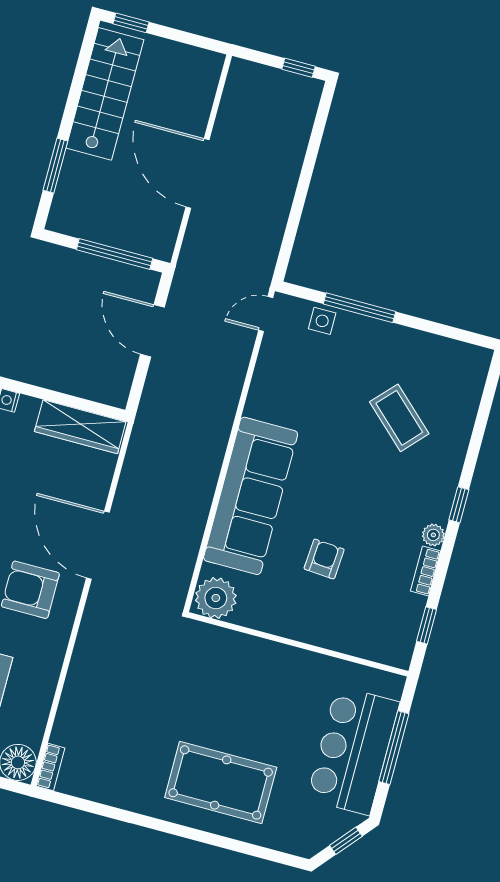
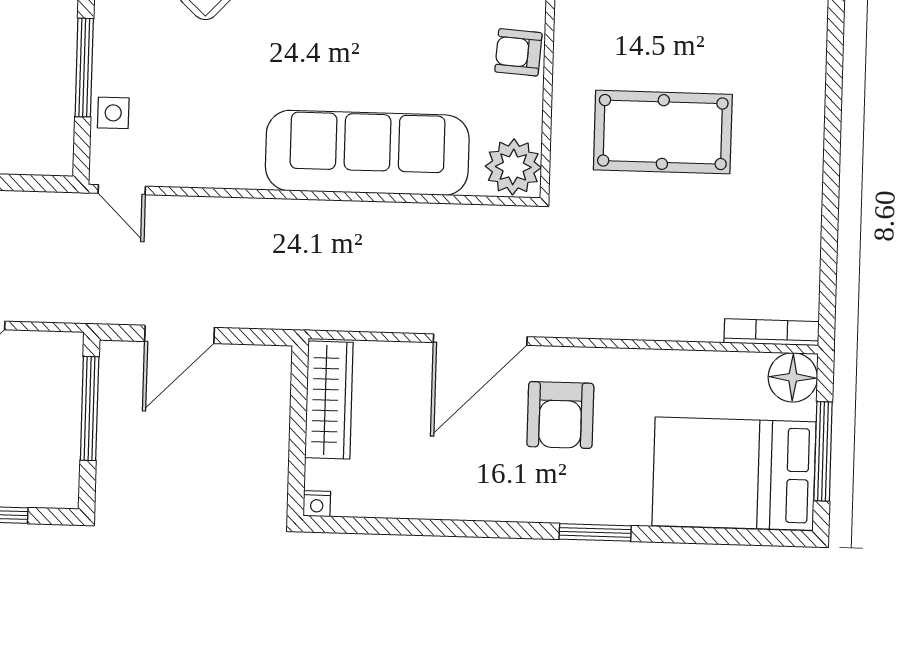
armchair: (324, 559) -> (518, 52), moved
bookcase: (51, 767) -> (772, 332), width x1.56
pool table: (221, 782) -> (663, 132), moved, turned 90

